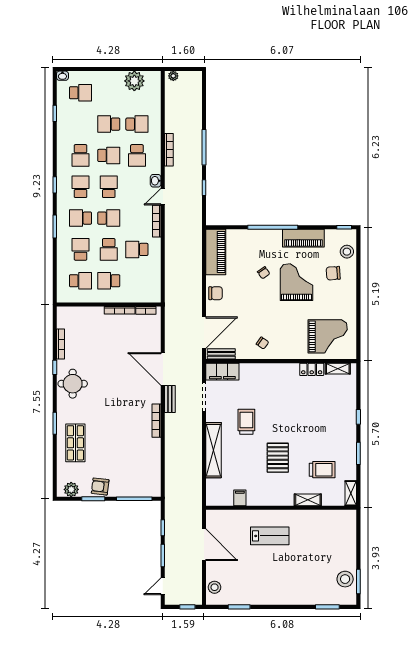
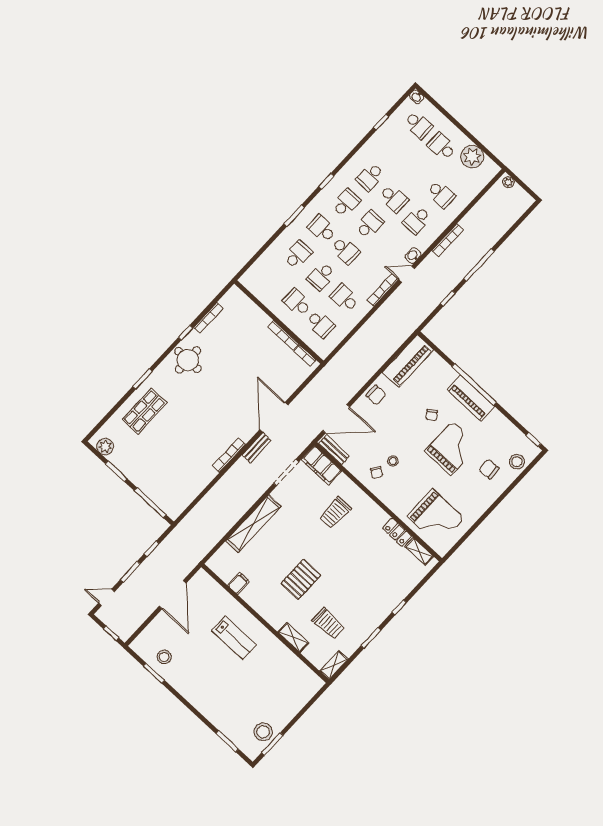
school desk: (109, 124) -> (442, 147), moved
piano: (303, 238) -> (471, 398), moved
school desk: (81, 281) -> (320, 324), moved
stool: (266, 326) -> (393, 461), added
trolley: (246, 422) -> (335, 513), moved, turned 180
armchair: (100, 487) -> (131, 466), removed
stool: (215, 587) -> (164, 657), moved

